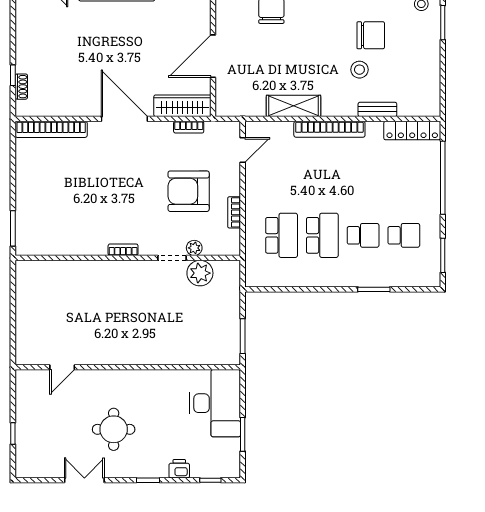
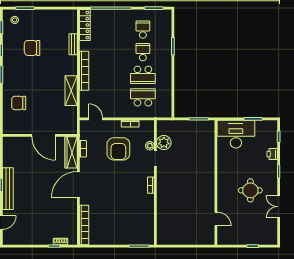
chair: (371, 35) -> (32, 48), turned -90
stool: (359, 70) -> (51, 54), removed
school desk: (322, 235) -> (143, 75), turned 180

